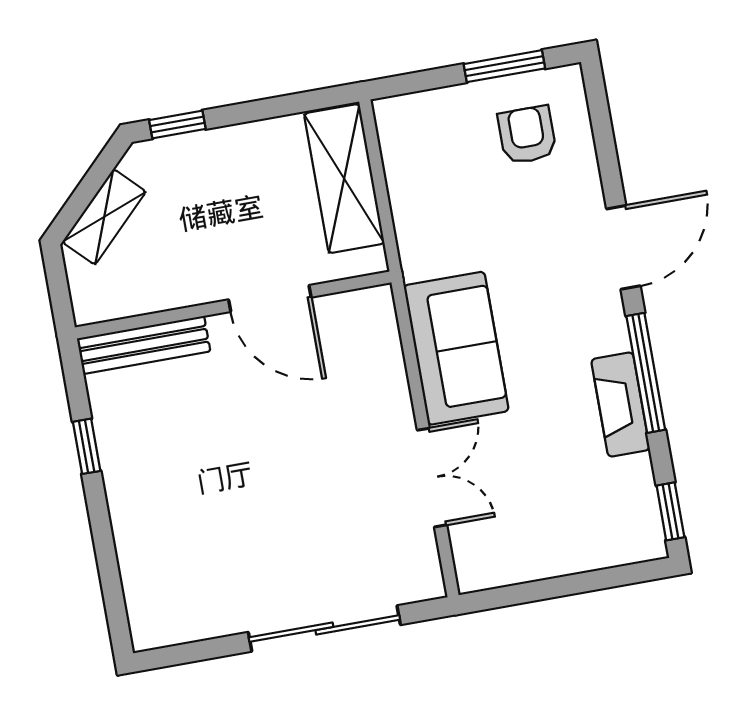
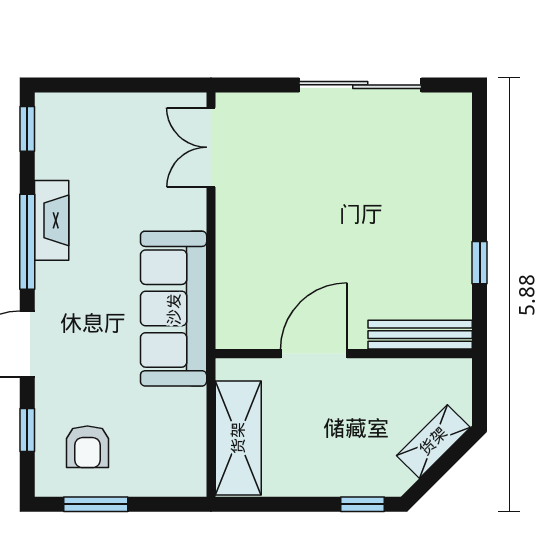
window: (605, 142) -> (27, 430), added
door: (270, 298) -> (314, 354), hinge flipped
sofa: (456, 348) -> (174, 309), width x1.36
double door: (432, 478) -> (211, 147), moved
sliding door: (324, 629) -> (360, 85), moved

